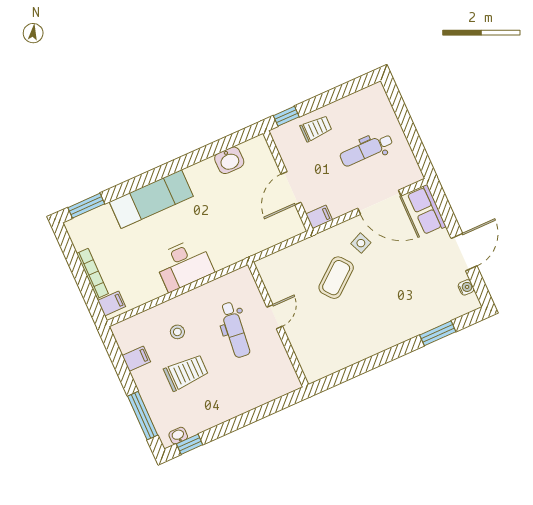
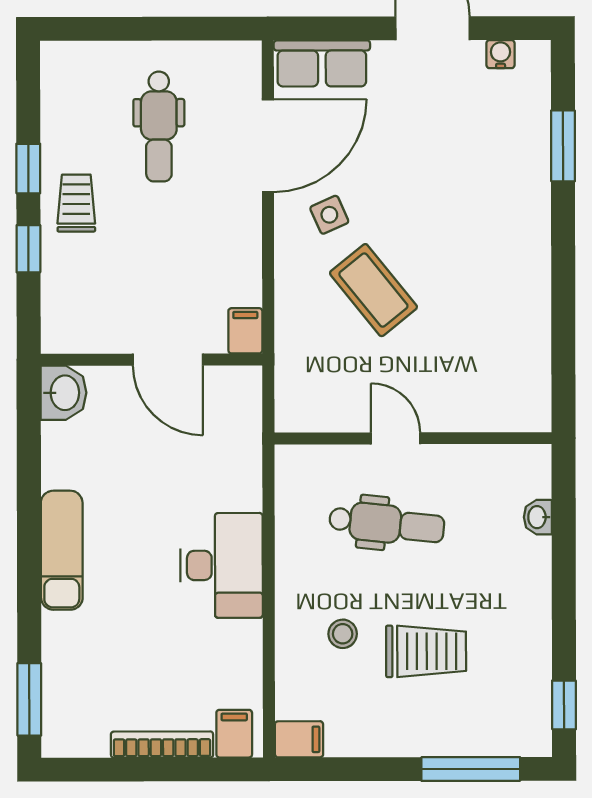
window: (322, 100) -> (28, 169), added
wall: (288, 181) -> (151, 360), moved
door: (291, 188) -> (168, 360), moved
exam couch: (151, 199) -> (62, 550), width x0.73, depth x0.69
filing cabinet: (319, 217) -> (245, 331), moved
filing cabinet: (136, 359) -> (299, 739), moved, turned 90
trolley: (186, 372) -> (426, 651), turned 90
washbasin: (178, 436) -> (538, 517), moved

